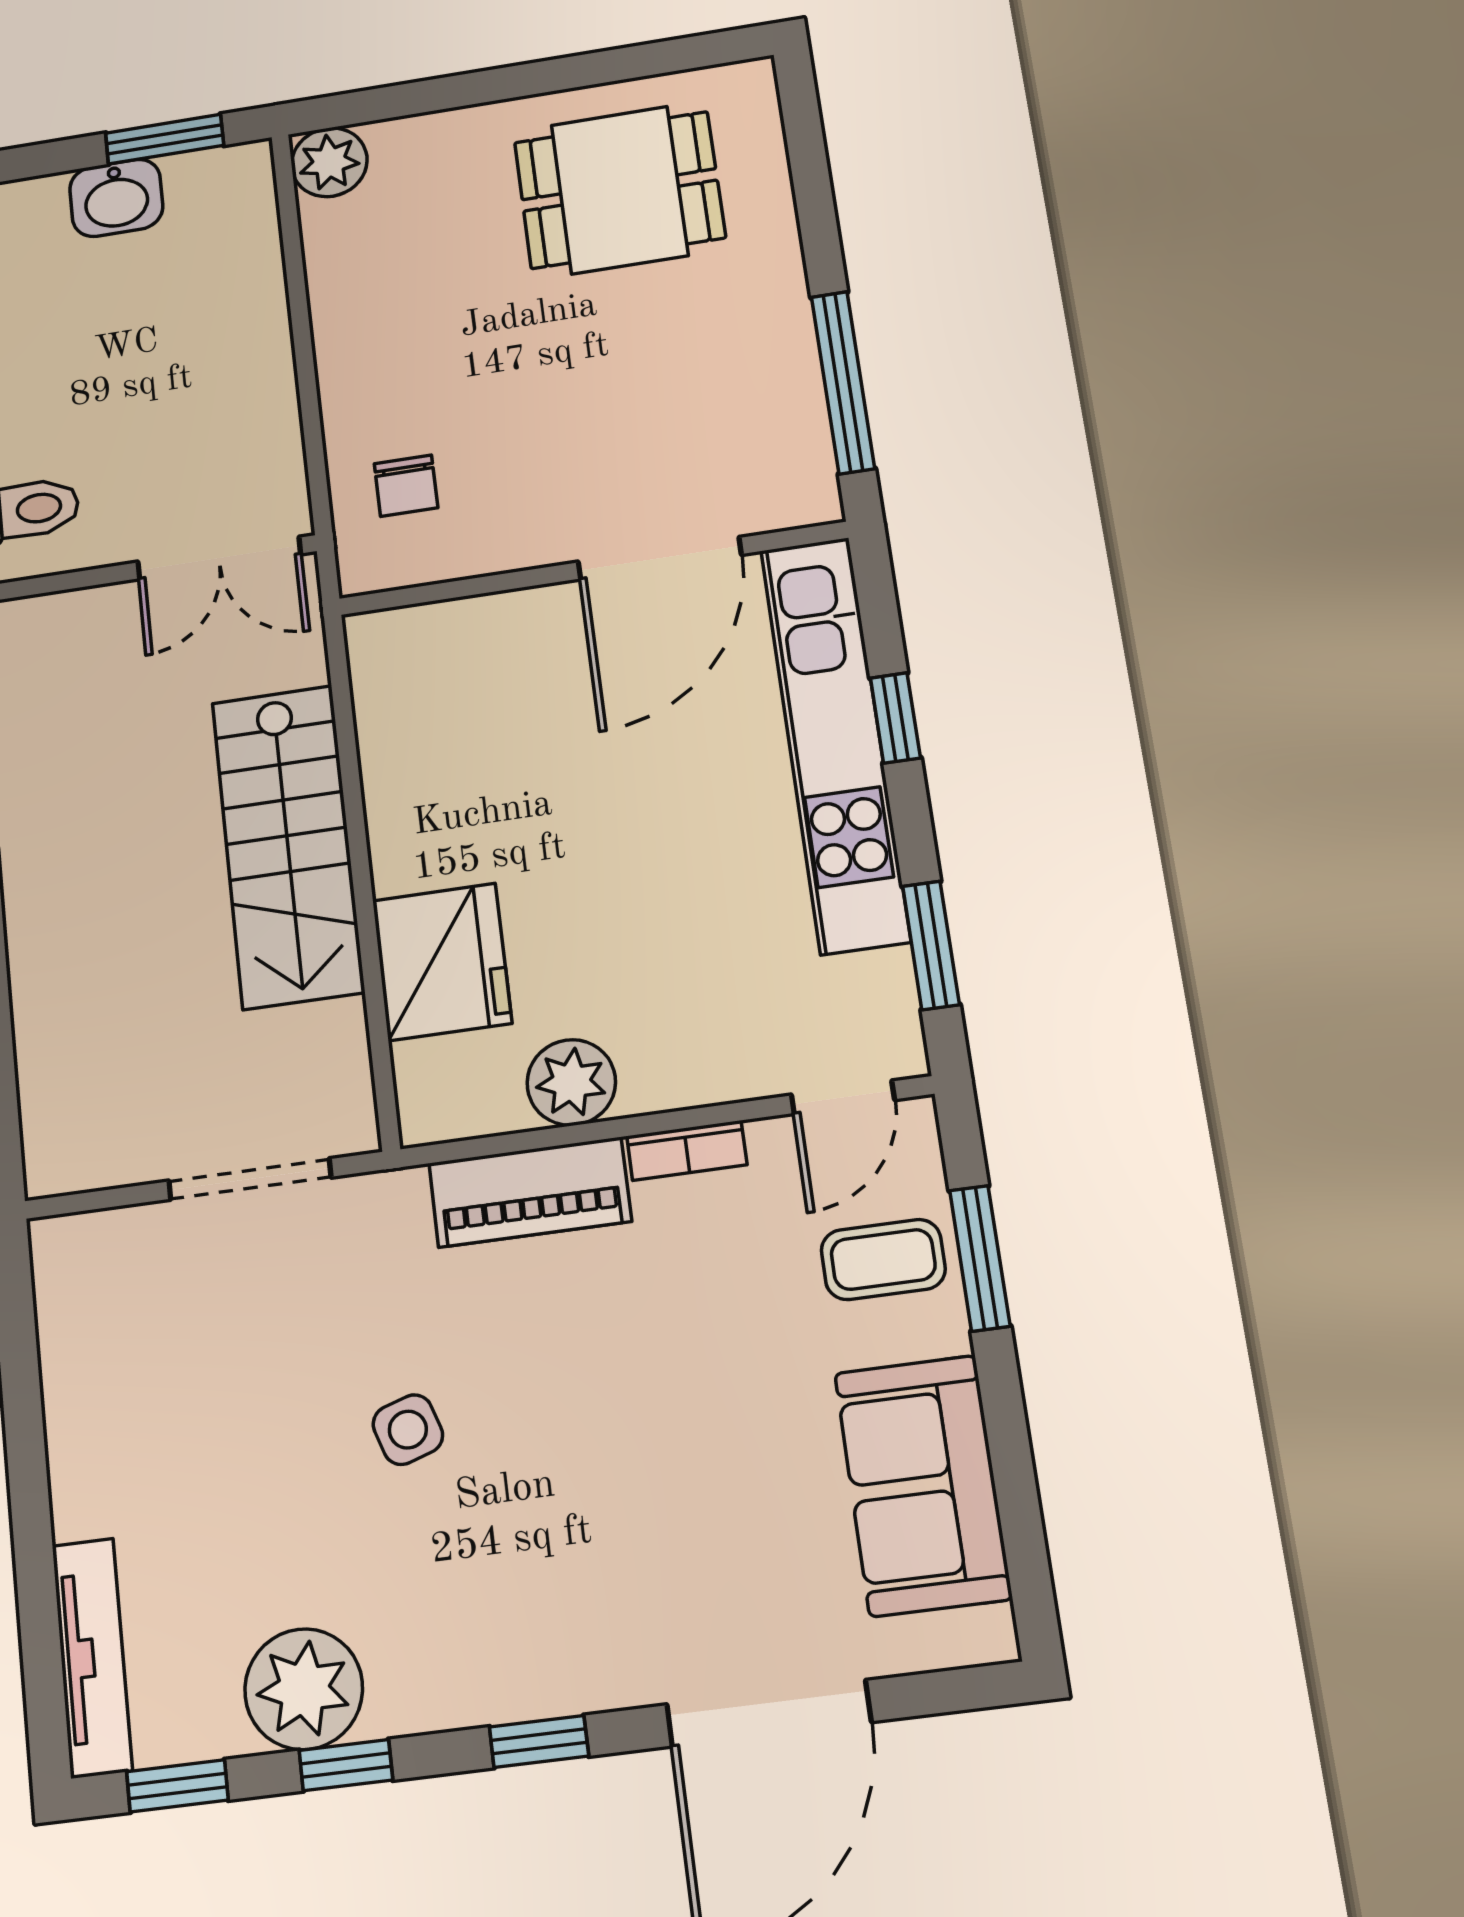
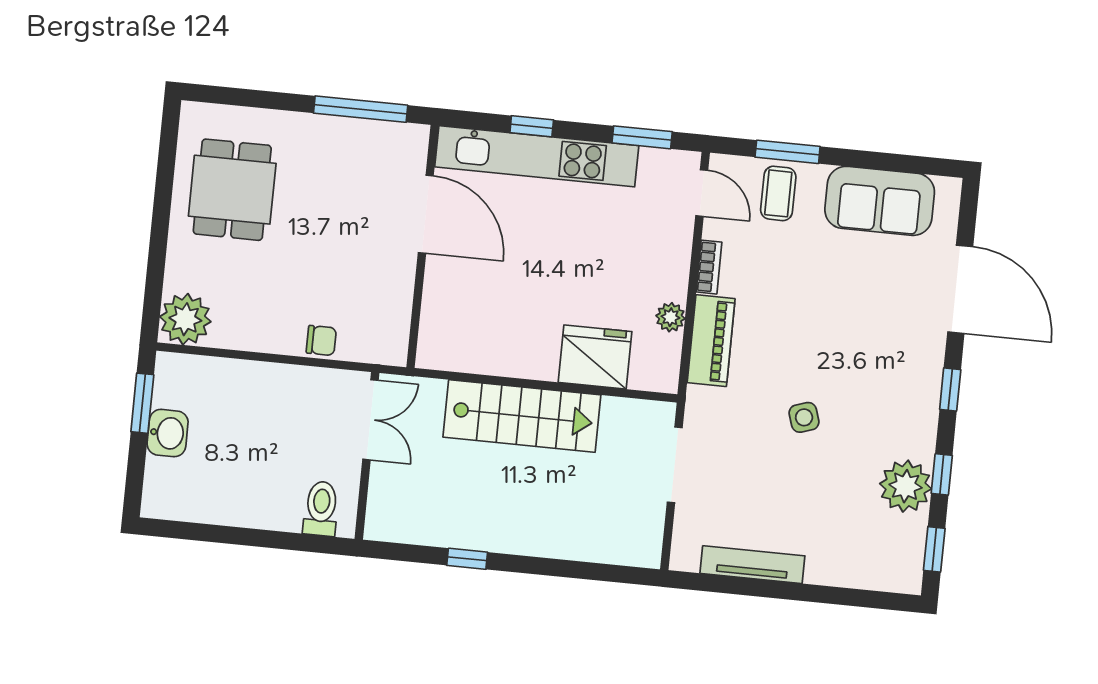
plant: (329, 162) -> (185, 319), width x1.36, depth x1.36
chair: (406, 486) -> (321, 340), moved
plant: (571, 1082) -> (670, 317), width x0.73, depth x0.73
tv unit: (92, 1658) -> (752, 565), moved

